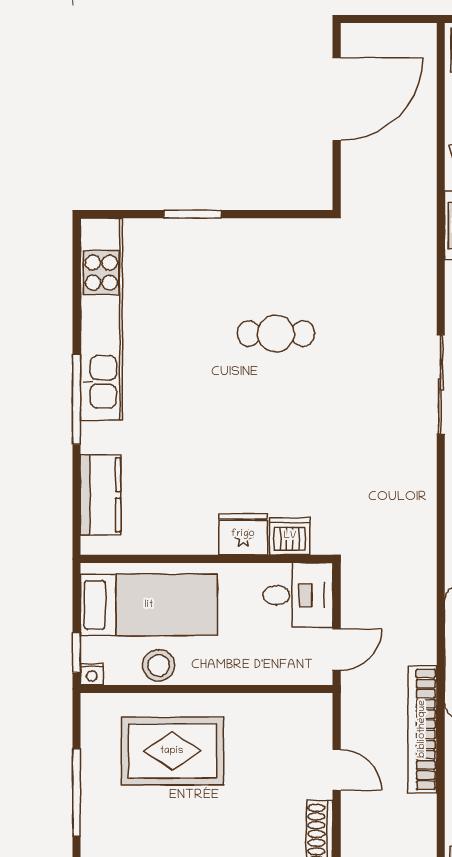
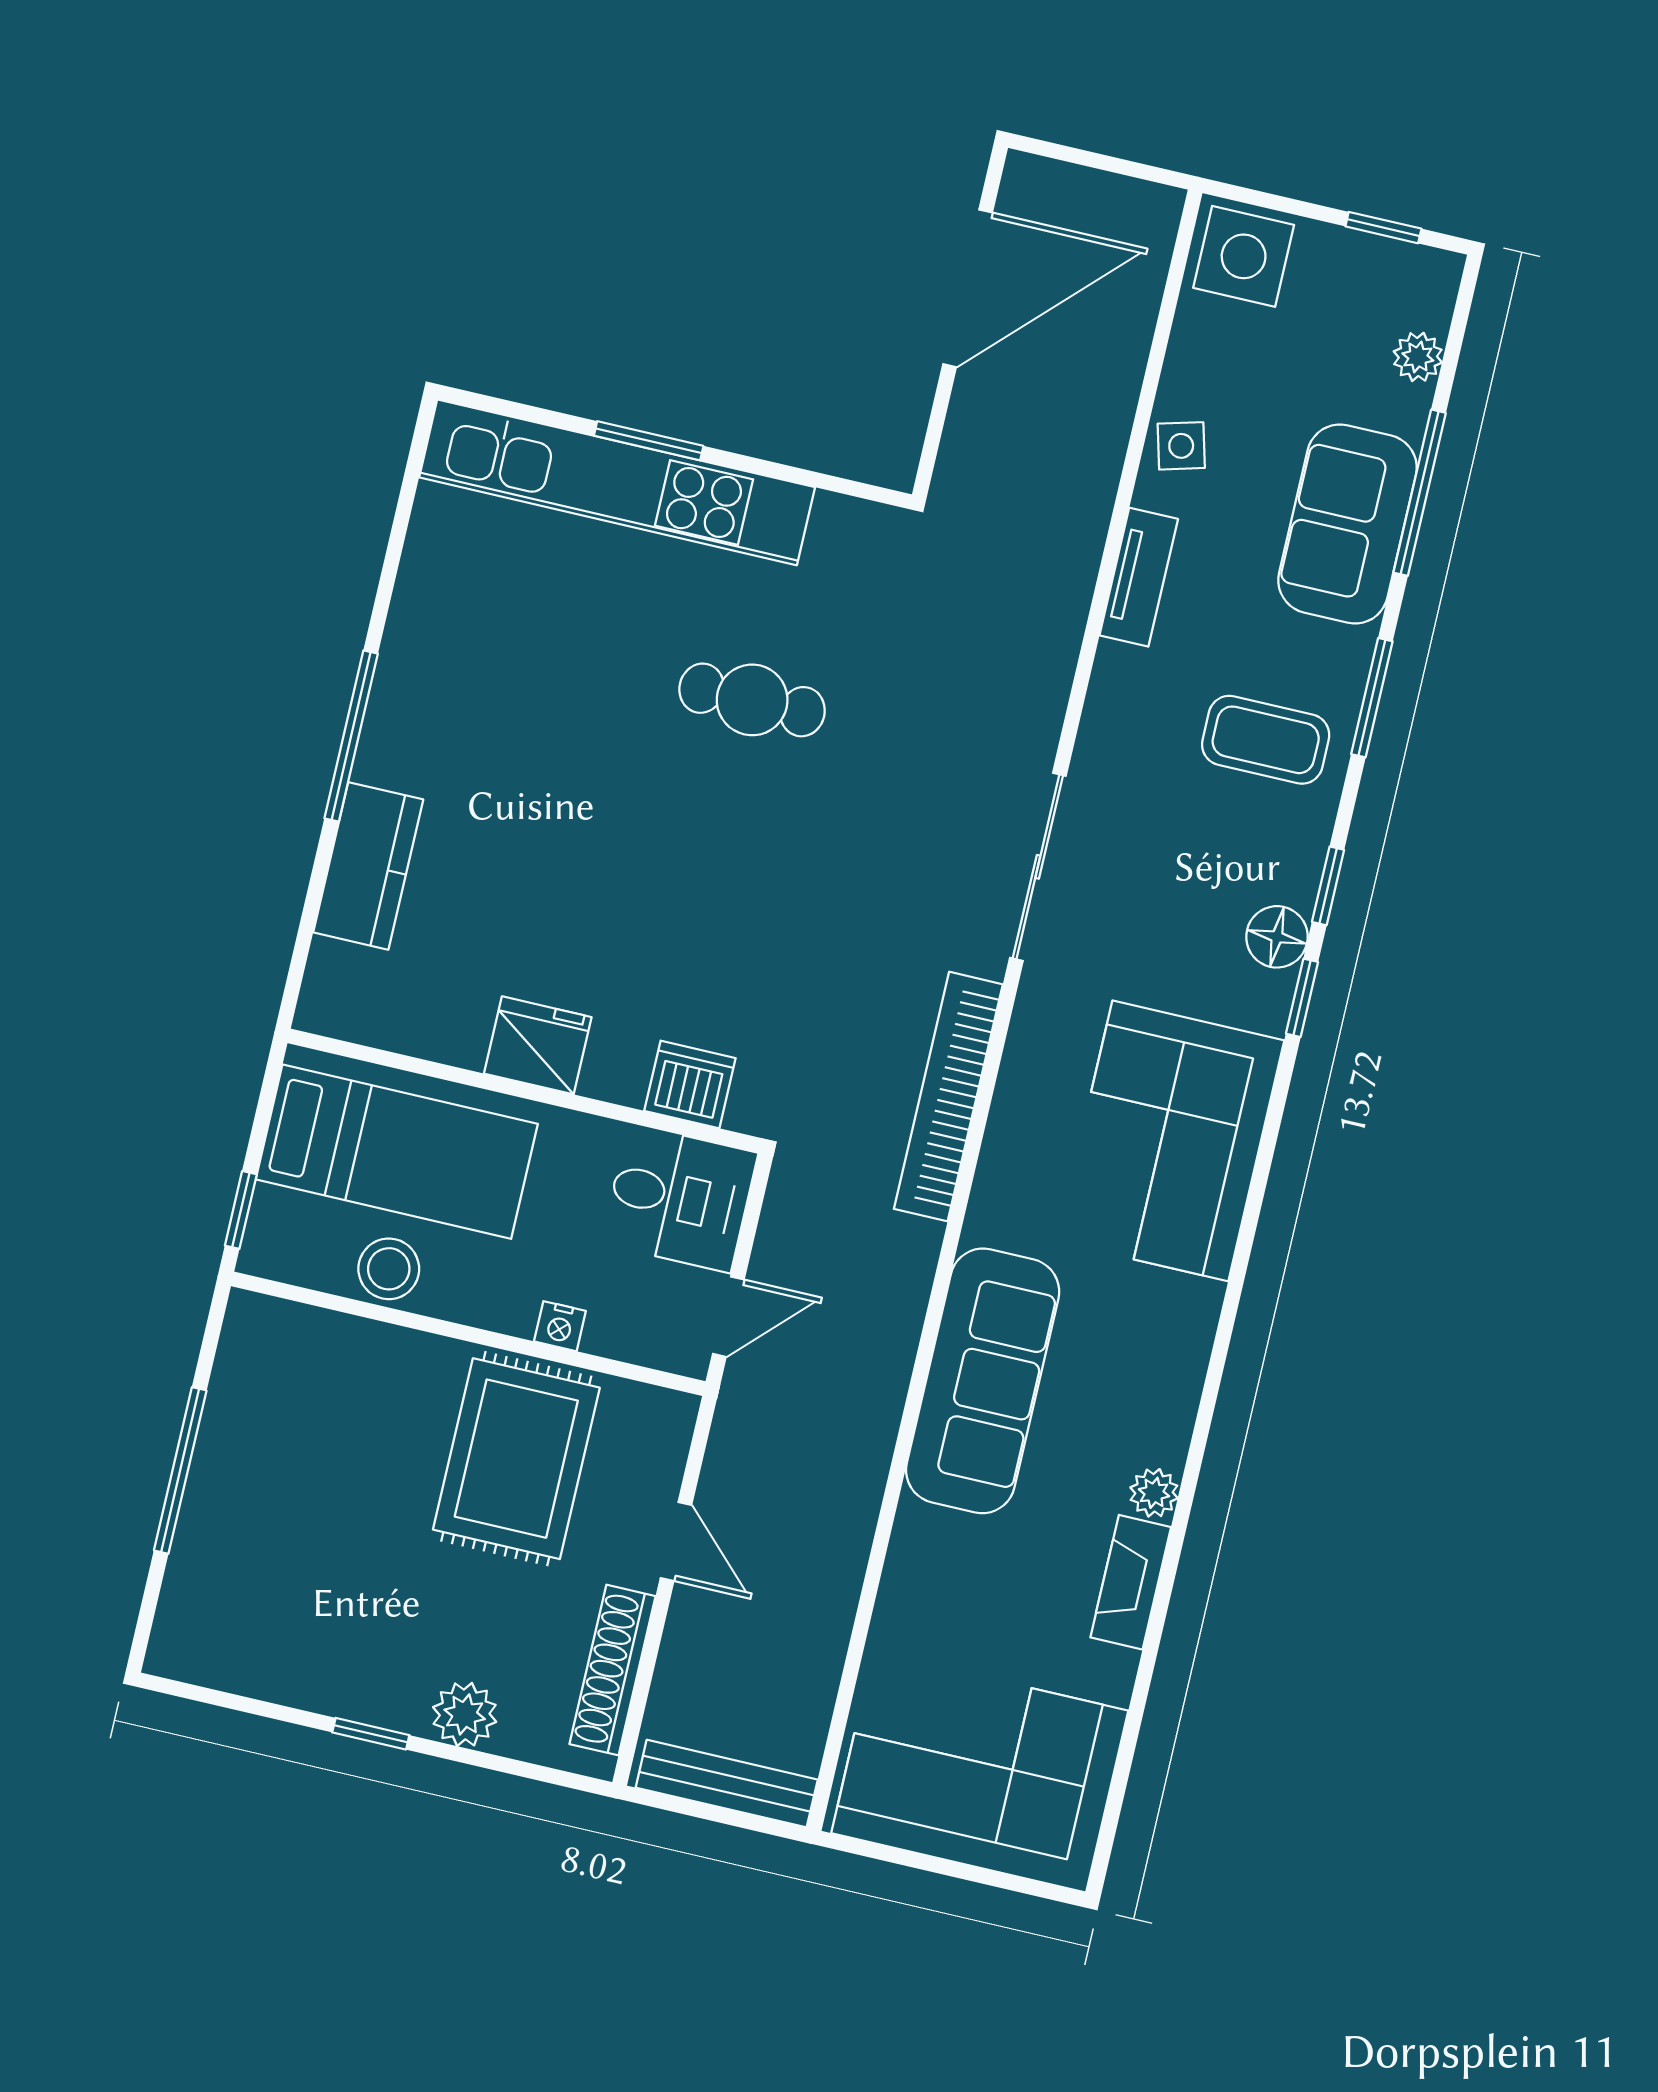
kitchen unit: (101, 319) -> (617, 482), moved, turned 90
kitchen counter: (100, 495) -> (368, 866), moved
fridge: (243, 534) -> (538, 1045), moved
nightstand: (92, 674) -> (560, 1326), moved
bookcase: (422, 729) -> (948, 1097), moved
rug: (172, 751) -> (516, 1459), moved, turned 90

